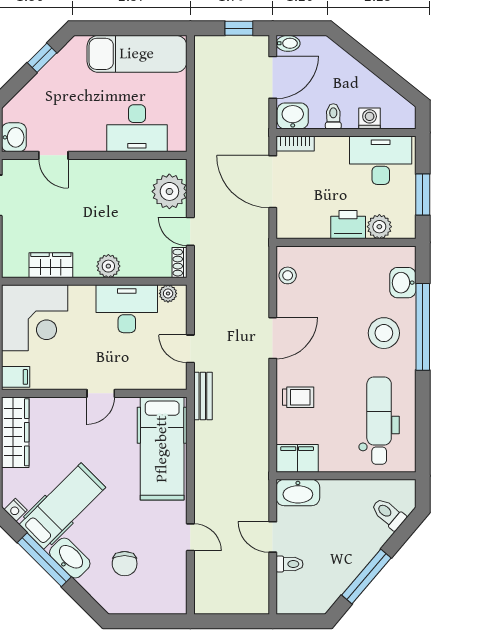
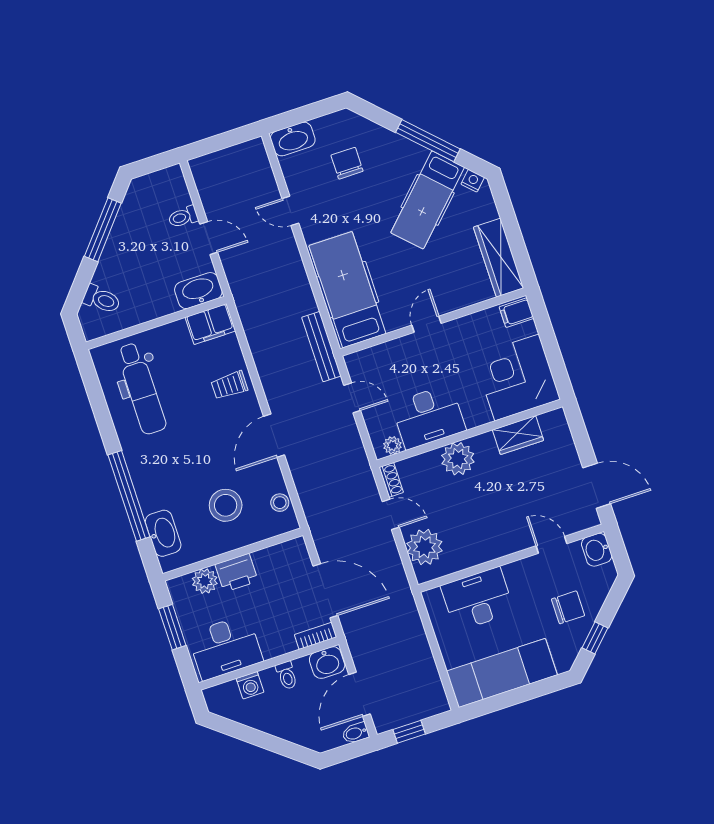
chair: (57, 94) -> (568, 607), added
plant: (108, 266) -> (458, 459), width x1.36, depth x1.36
washbasin: (403, 283) -> (163, 533), width x1.38
stool: (384, 333) -> (226, 505), moved
bench: (203, 396) -> (321, 347), width x1.36
washbasin: (70, 558) -> (293, 139), moved, turned -45

